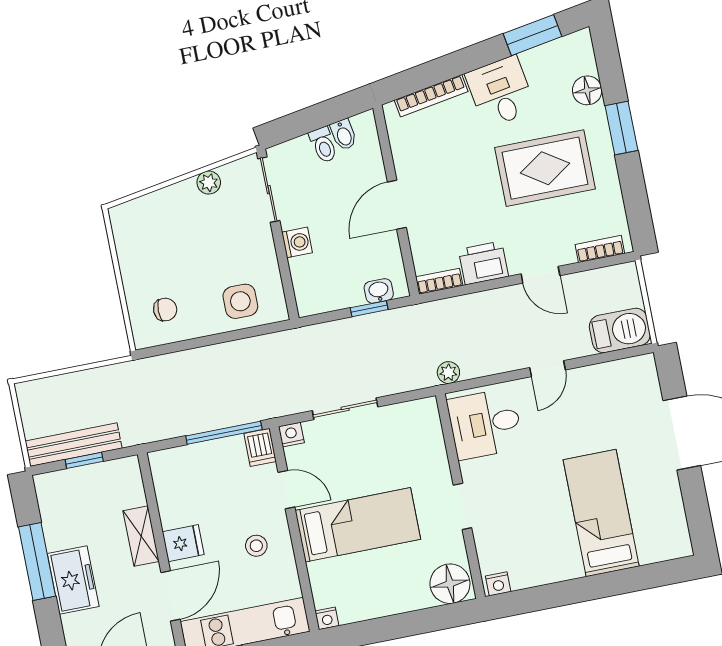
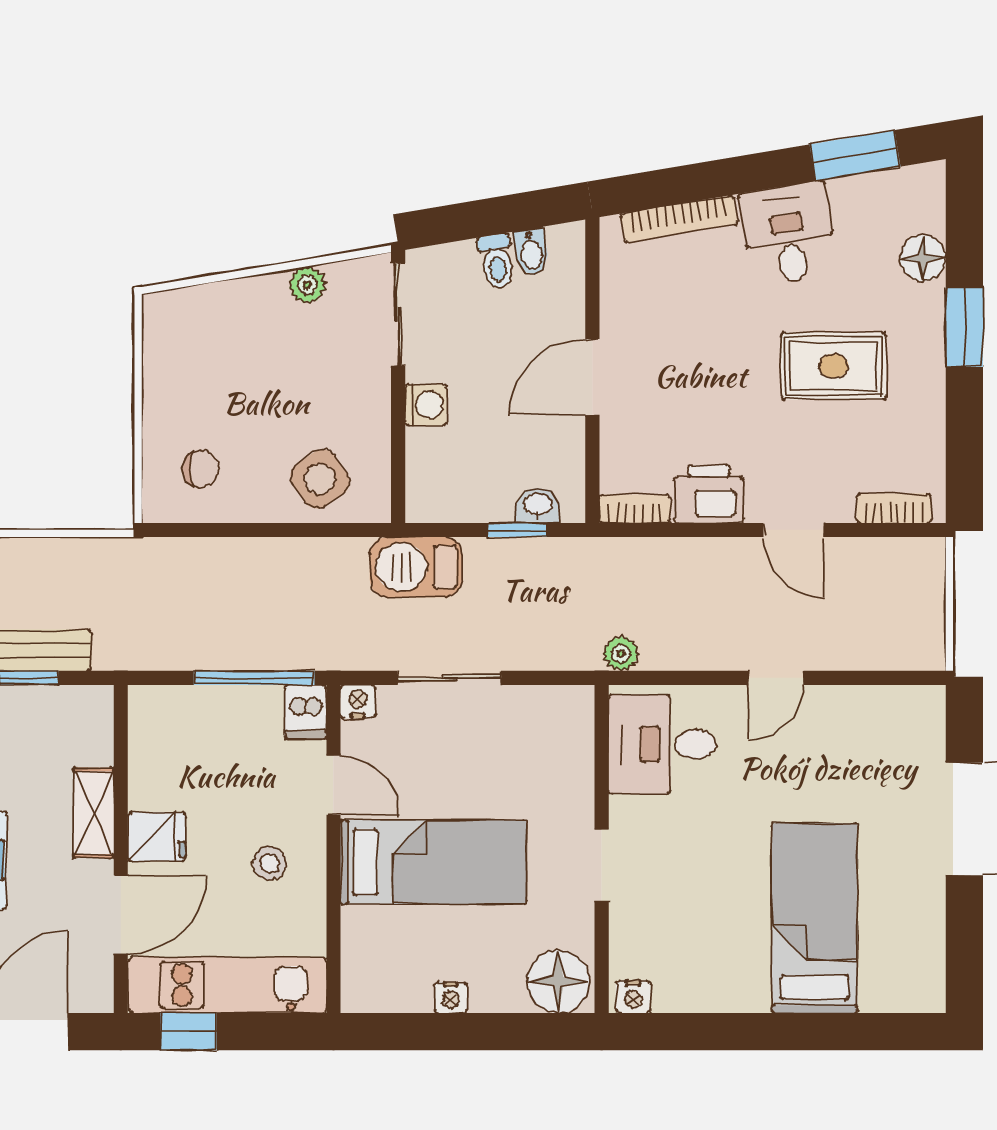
rug: (545, 168) -> (834, 366), width x0.73, depth x0.70
side table: (240, 301) -> (320, 479), turned -34
barbecue: (620, 330) -> (416, 567), moved, turned 180
nightstand: (327, 618) -> (451, 998), moved

